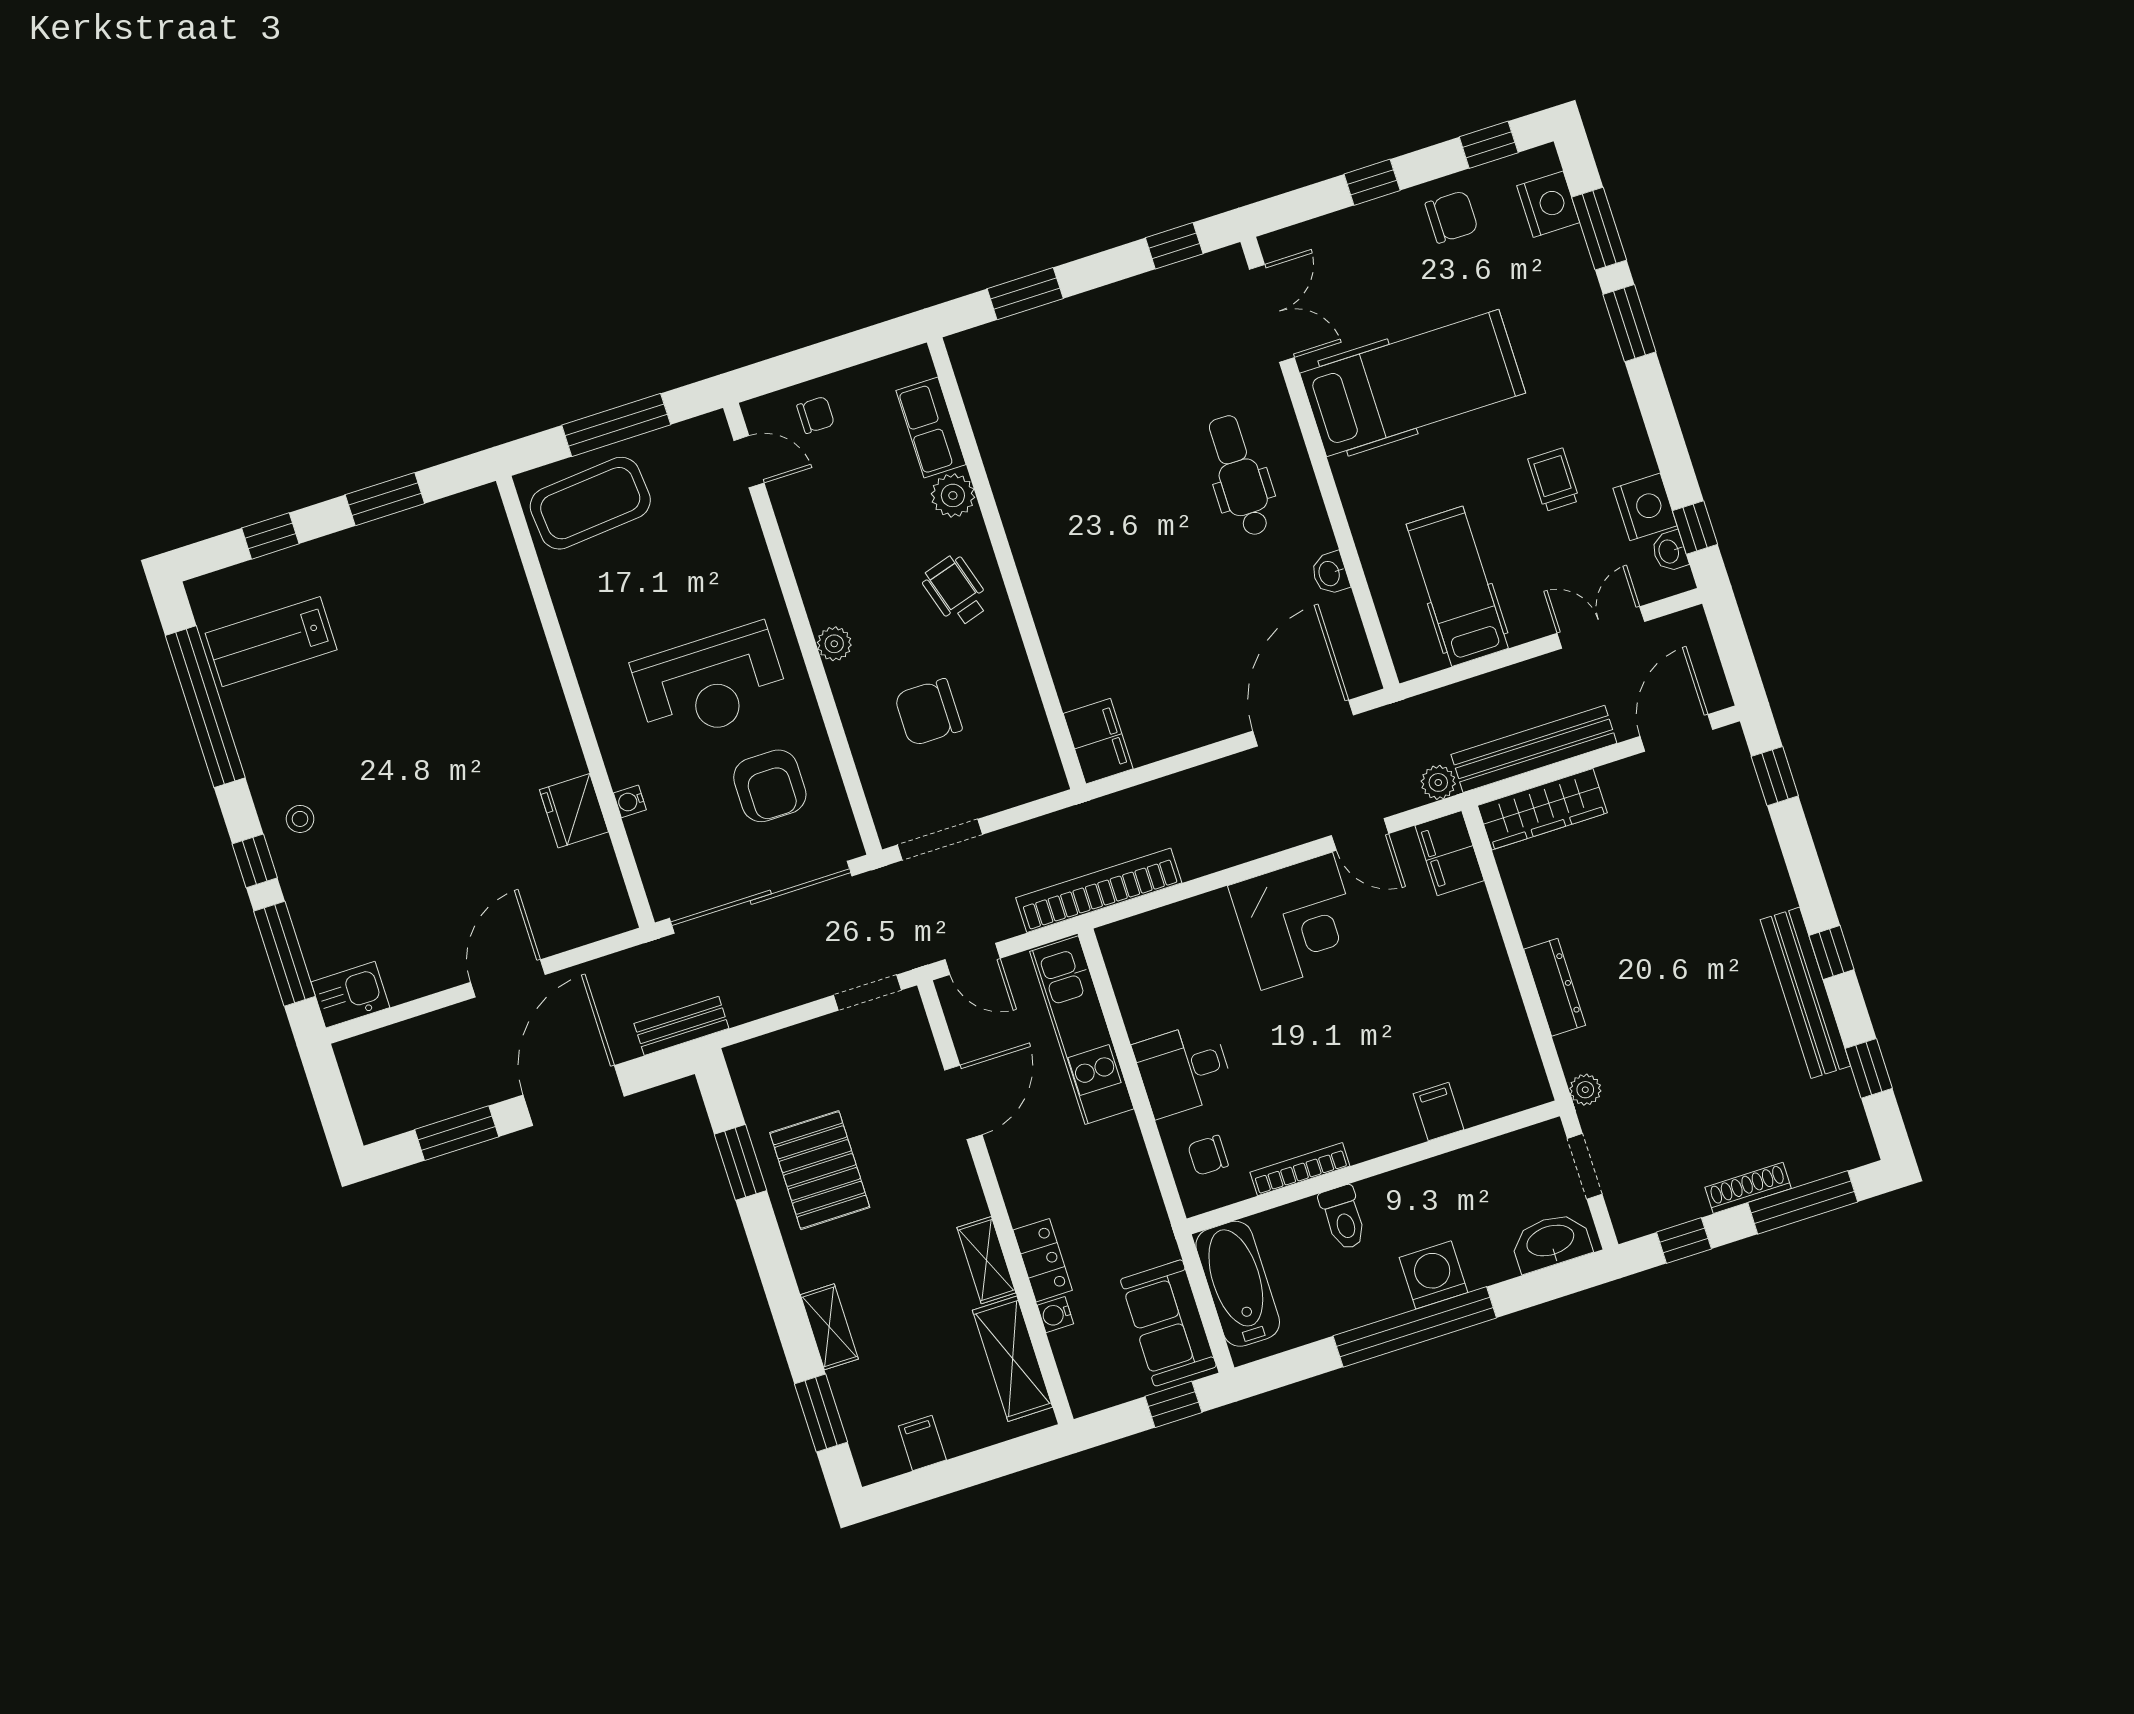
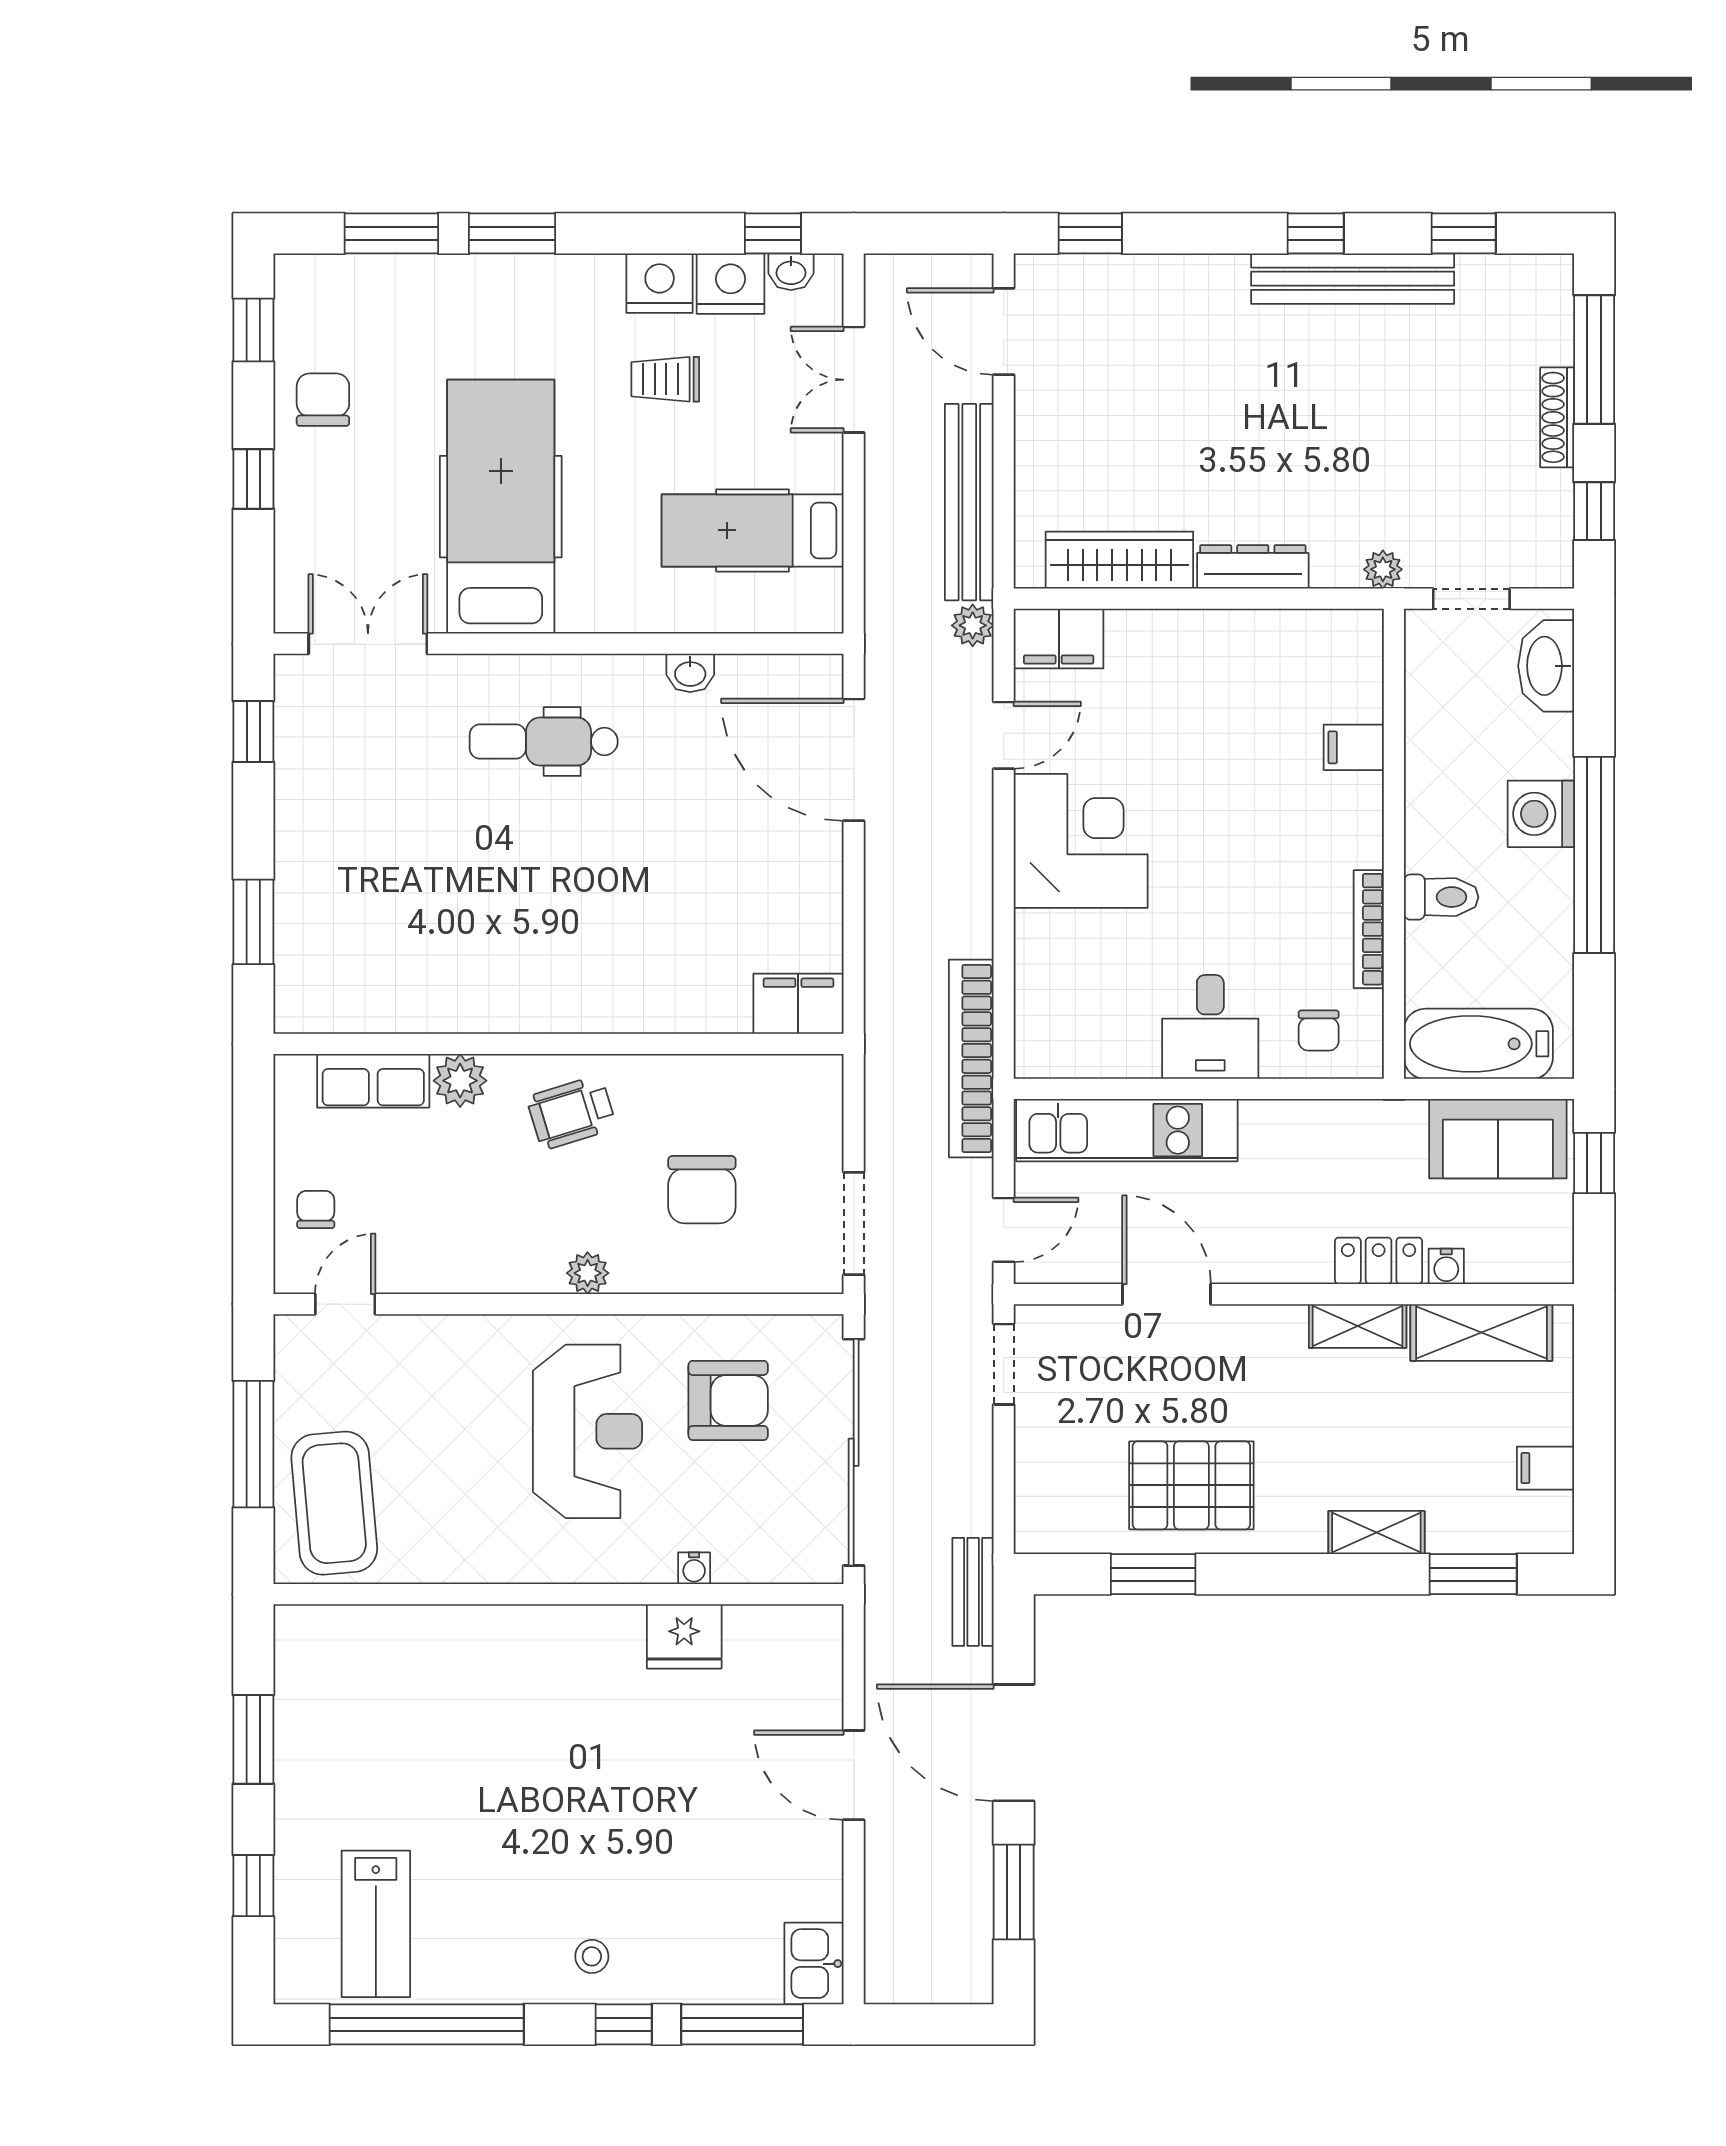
nightstand: (1548, 204) -> (660, 283), moved
wardrobe: (1542, 809) -> (1119, 560), moved, turned -90

